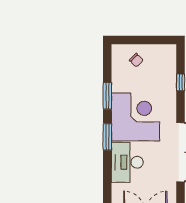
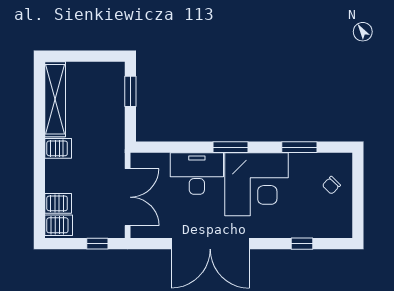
window: (107, 96) -> (299, 147), moved

